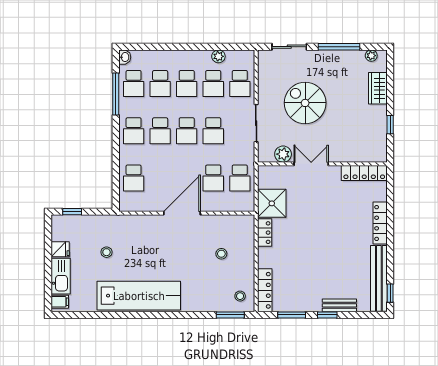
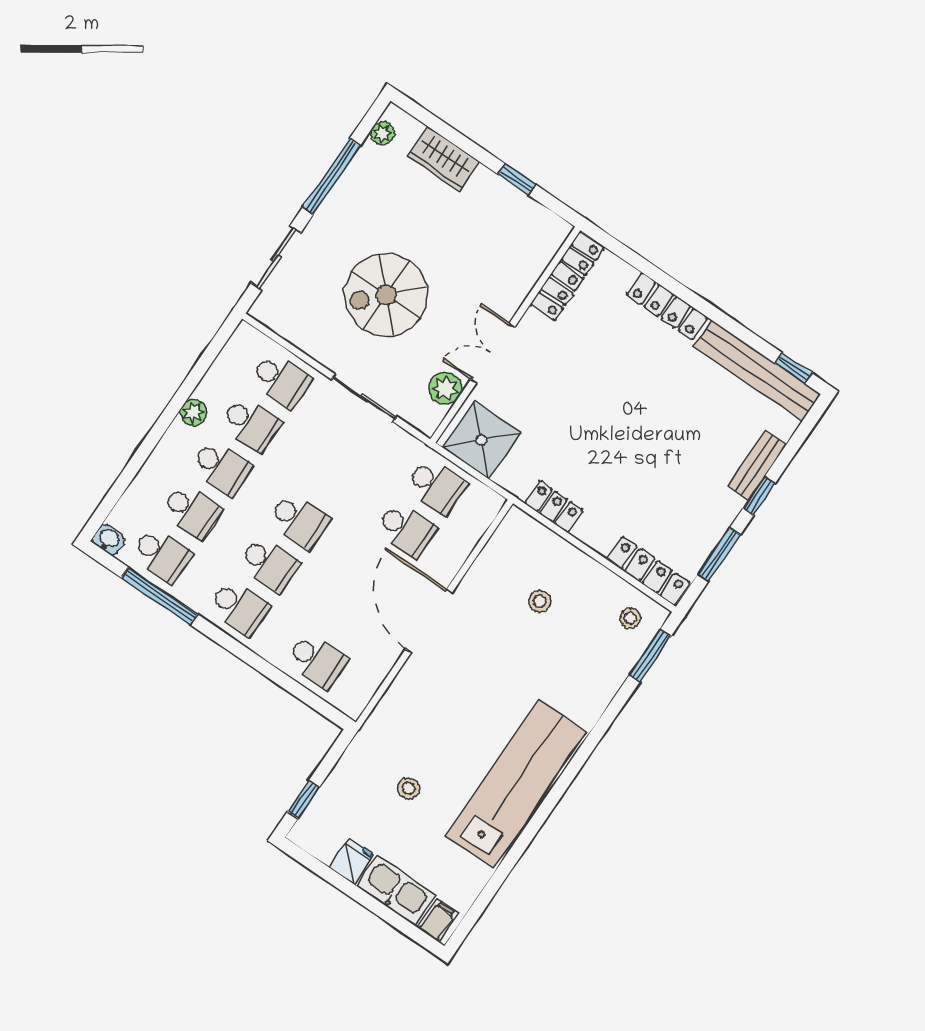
plant: (218, 56) -> (194, 413), moved
school desk: (213, 131) -> (329, 477), removed
shower: (272, 203) -> (481, 440), moved

